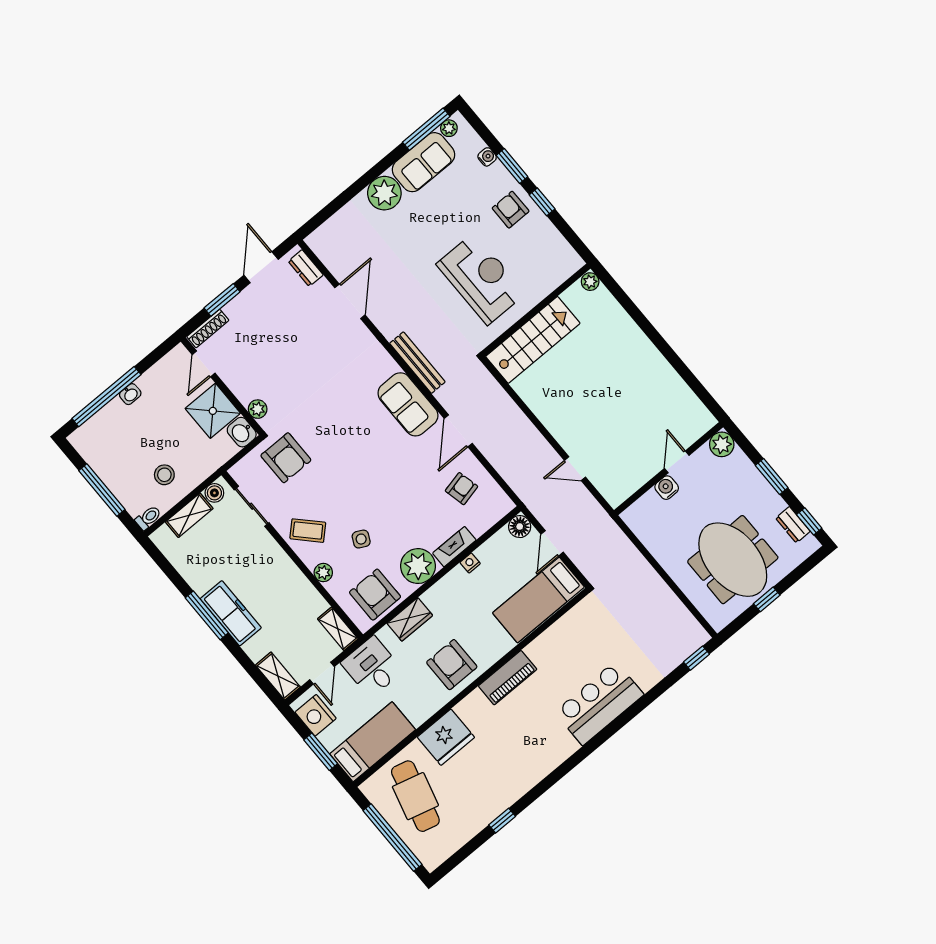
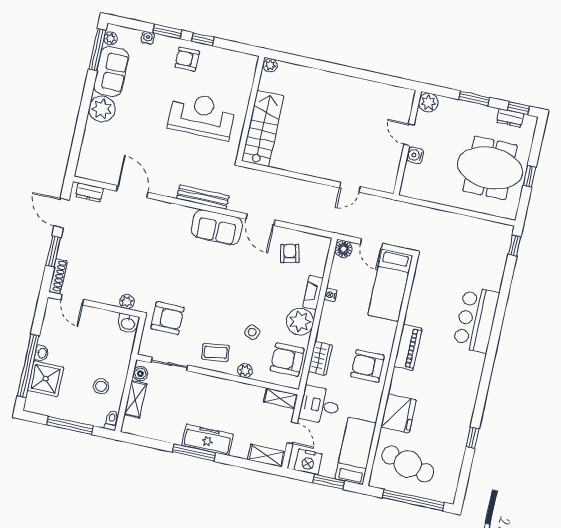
shower: (213, 411) -> (46, 379), moved
coffee table: (308, 531) -> (216, 352), turned 37

